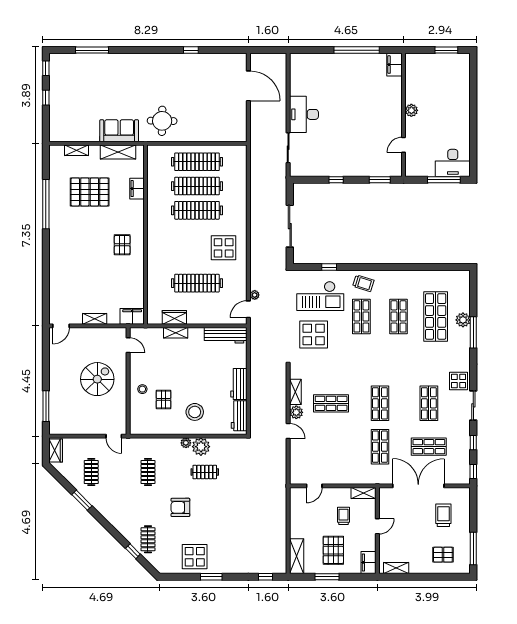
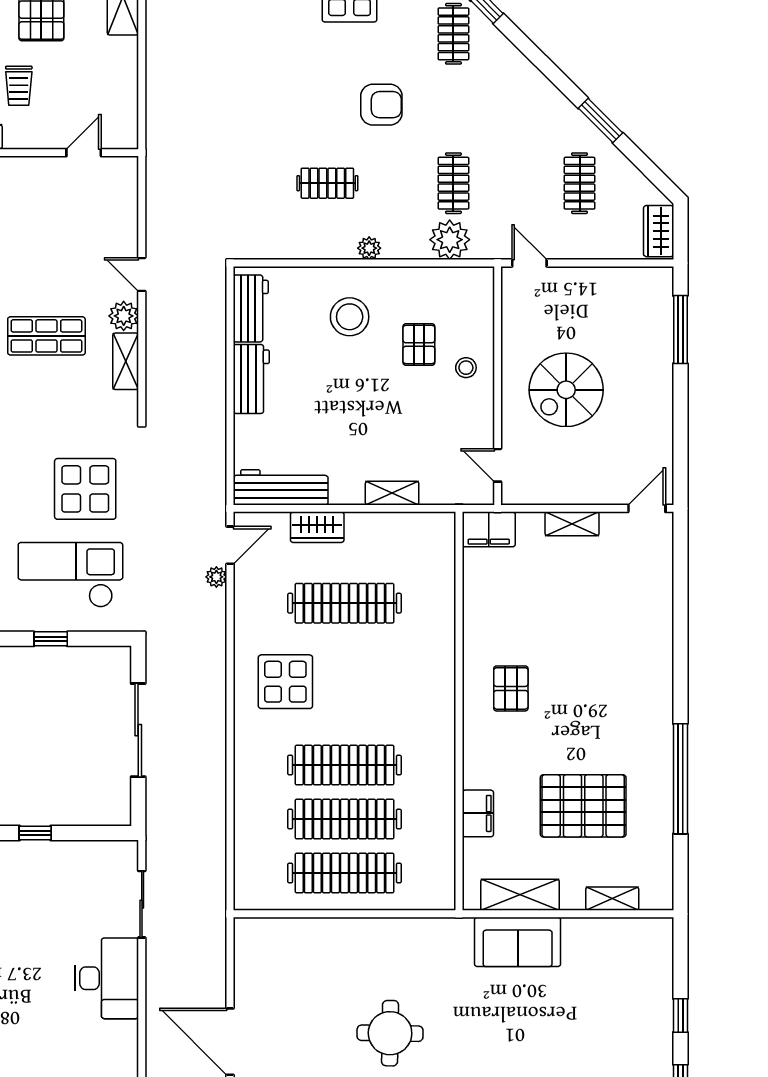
round table: (162, 121) -> (390, 1033), moved
wardrobe: (174, 317) -> (317, 527), moved
plant: (201, 447) -> (450, 240), moved

